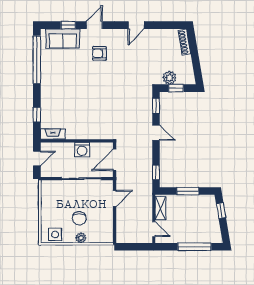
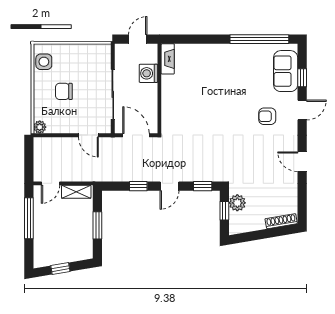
door: (94, 25) -> (302, 110), hinge flipped
armchair: (99, 53) -> (267, 116), turned -90
window: (37, 115) -> (192, 39), removed
washing machine: (82, 150) -> (148, 73), moved
door: (37, 158) -> (138, 39), swing flipped
window: (156, 172) -> (138, 186), moved
window: (221, 211) -> (60, 269), moved
plant: (81, 238) -> (40, 127), moved
window: (194, 247) -> (29, 218), moved

